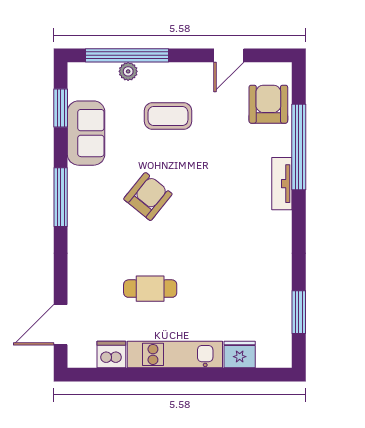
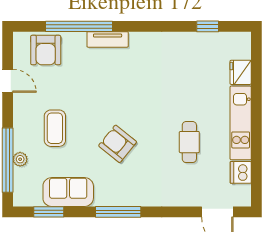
armchair: (268, 104) -> (46, 50), turned -90
window: (299, 312) -> (208, 26), width x0.67

